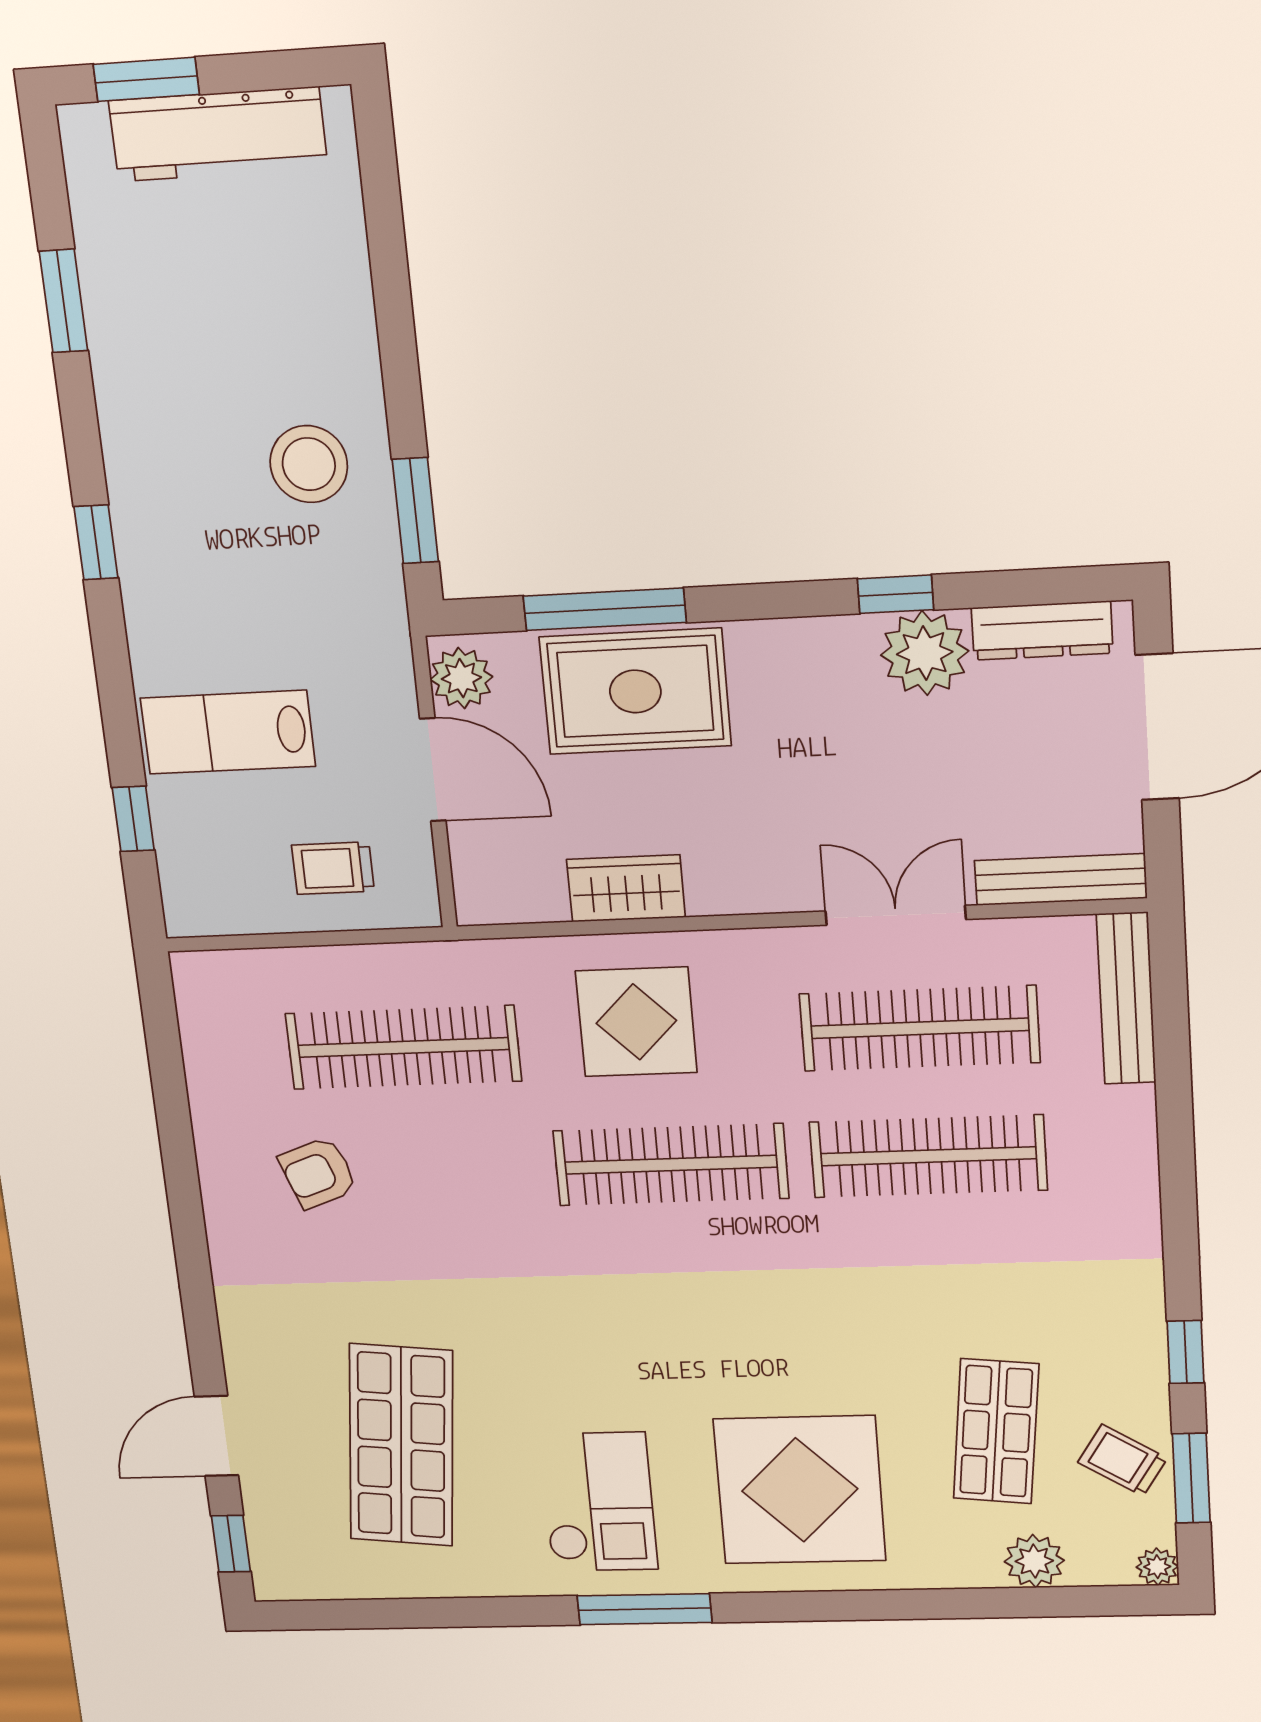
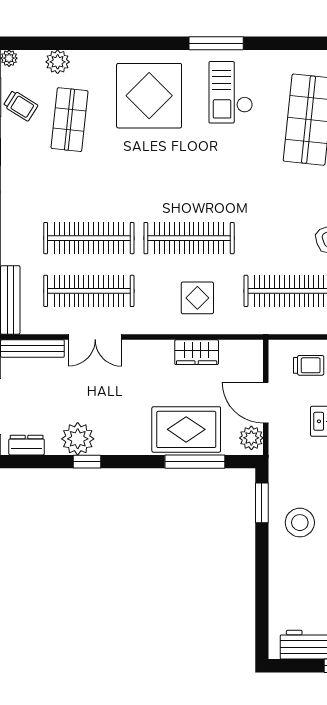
dresser: (1042, 631) -> (27, 445), width x0.70
display table: (636, 1022) -> (197, 298), width x0.73, depth x0.73

